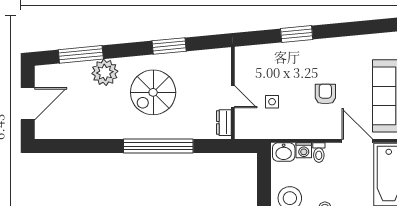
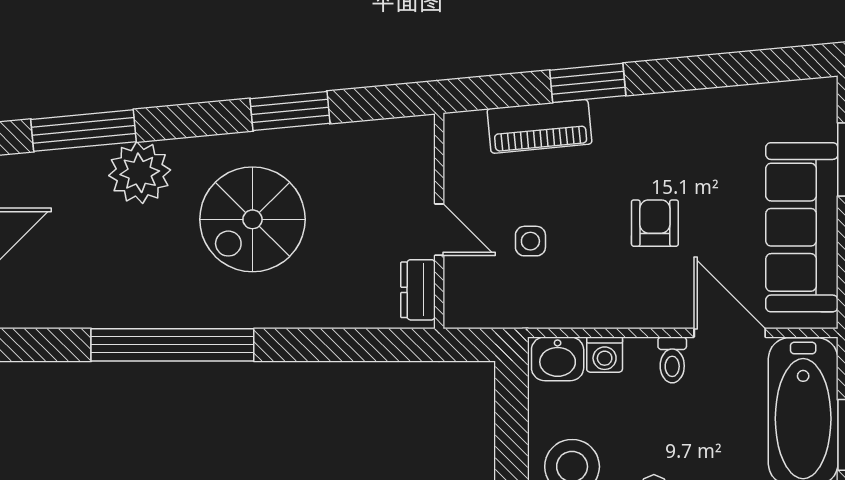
piano: (276, 53) -> (539, 126), added
window: (158, 146) -> (172, 345), moved
toilet: (319, 153) -> (672, 360), moved

